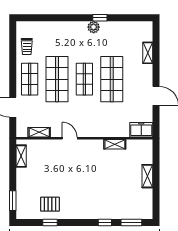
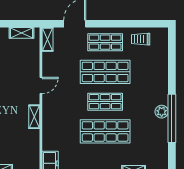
window: (100, 18) -> (172, 118), width x3.17
shelving: (39, 132) -> (47, 39), moved
shelving: (115, 144) -> (34, 117), moved

